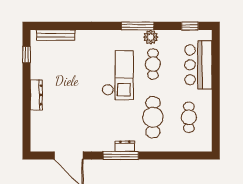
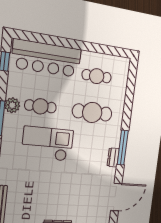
bar counter: (198, 65) -> (47, 58), width x1.36
dresser: (125, 146) -> (113, 157), moved

